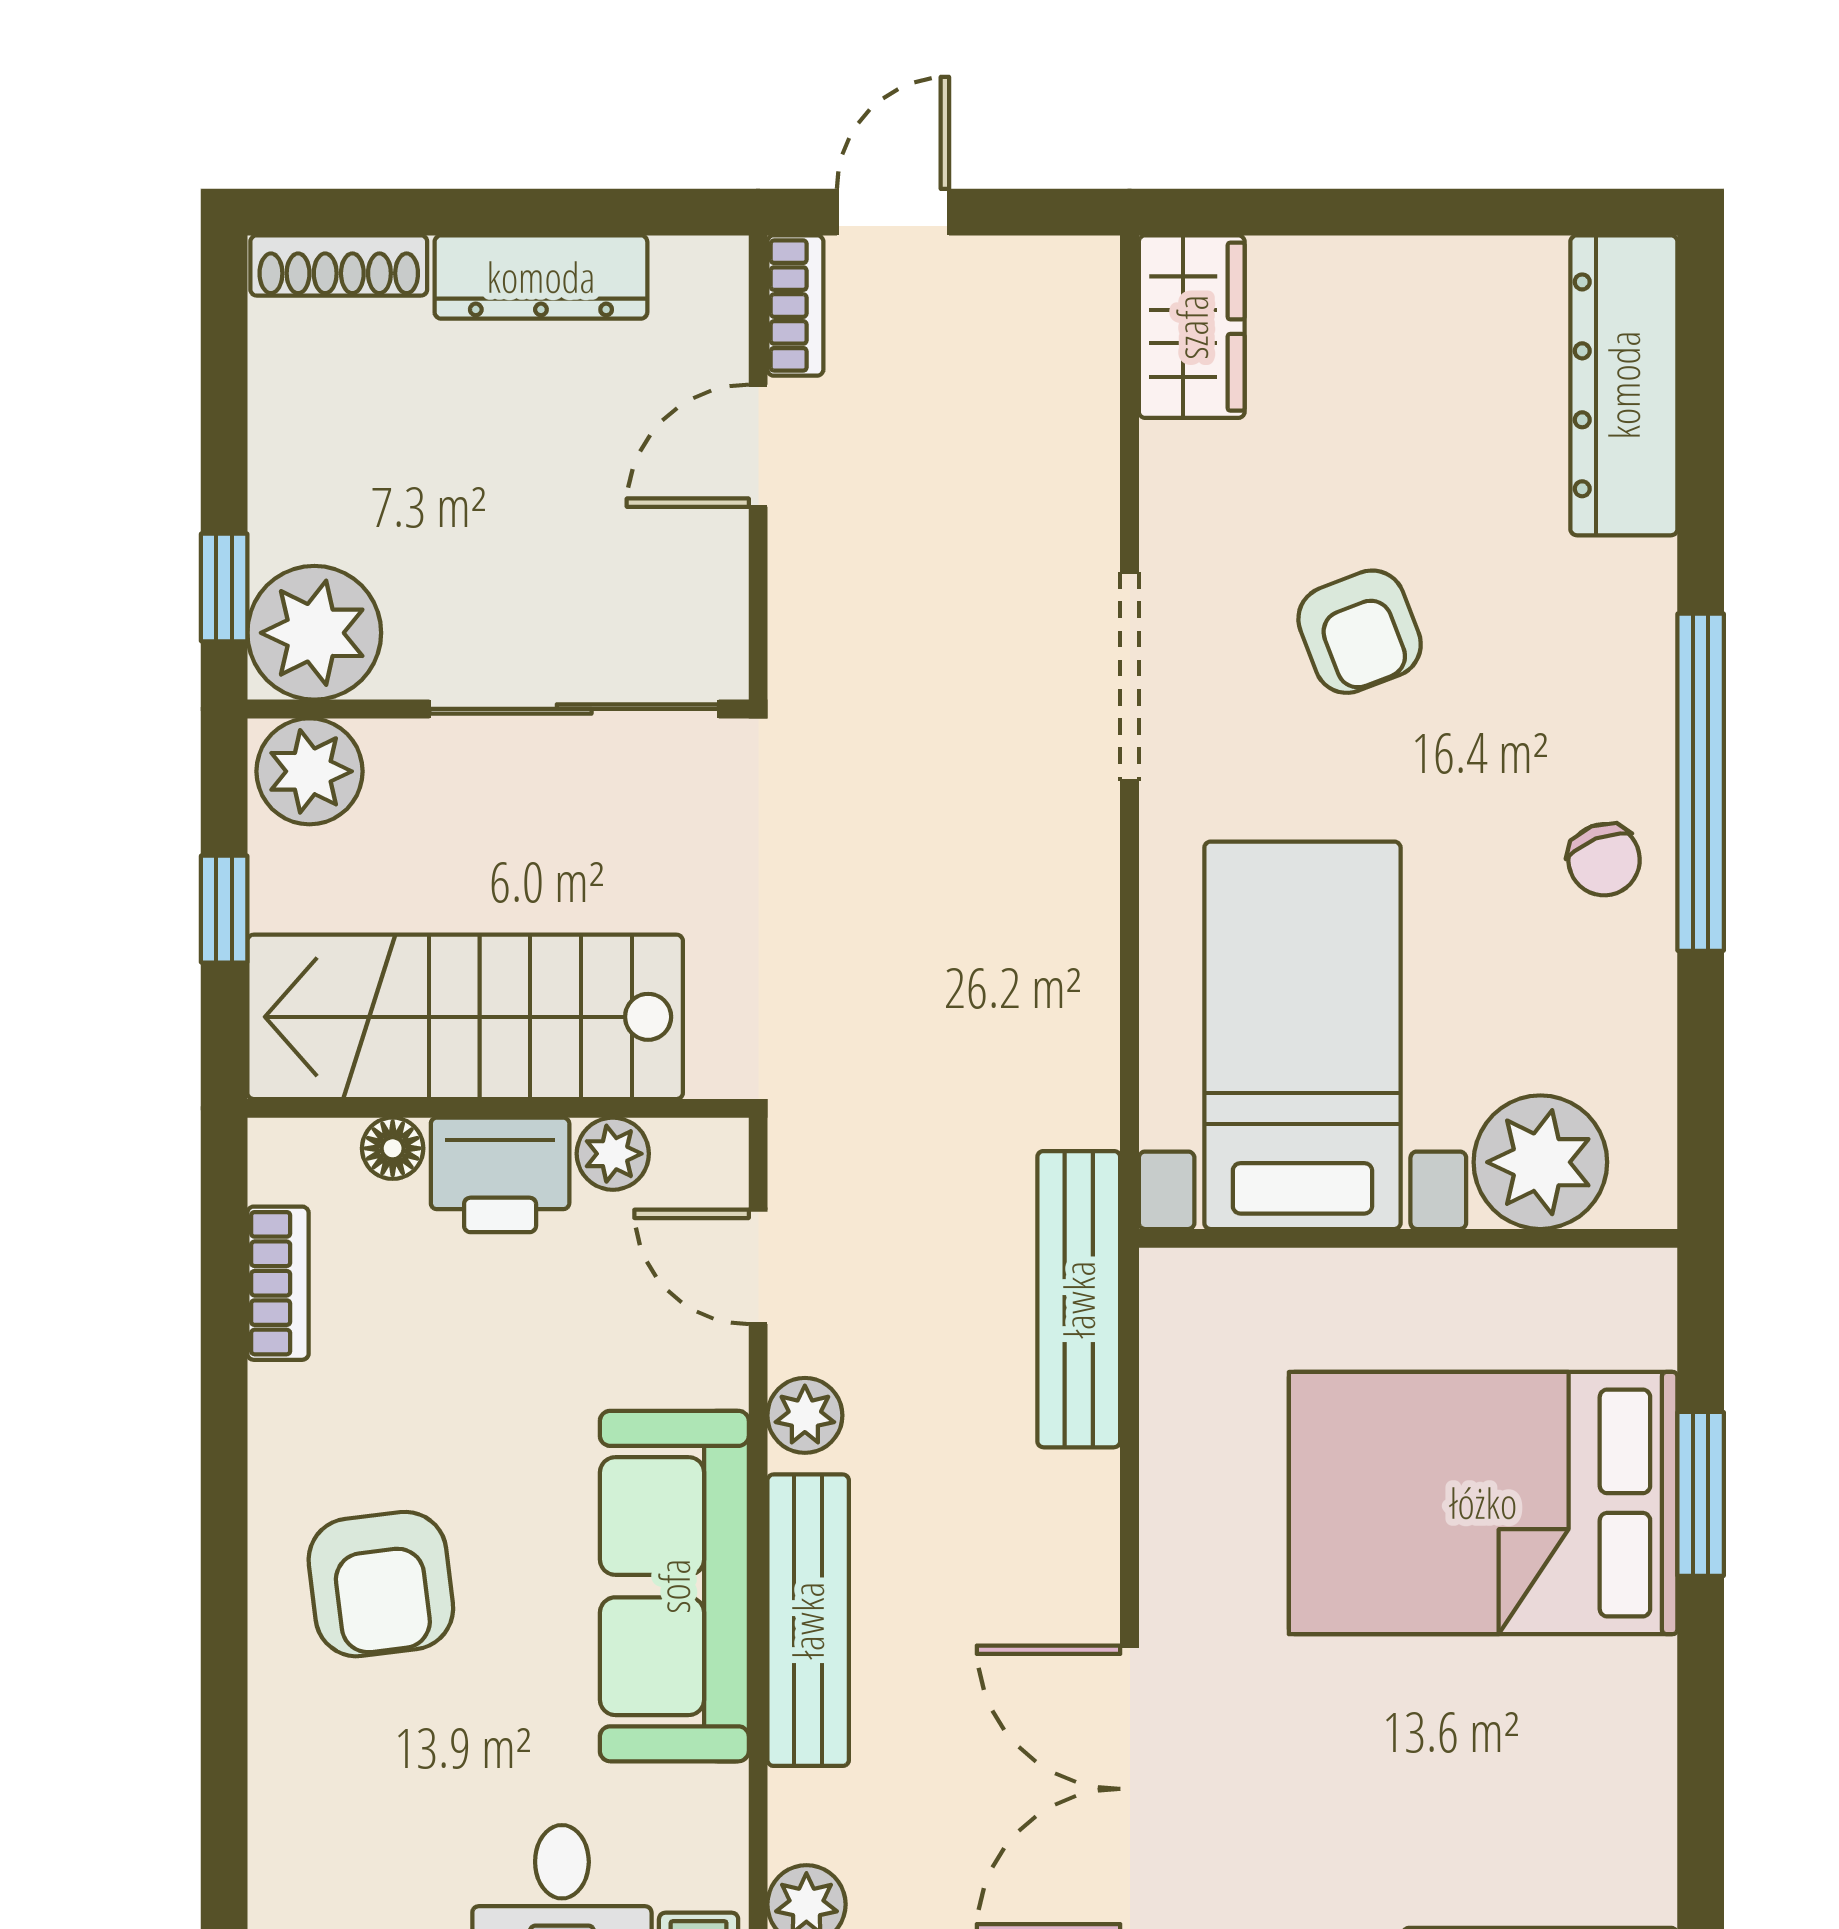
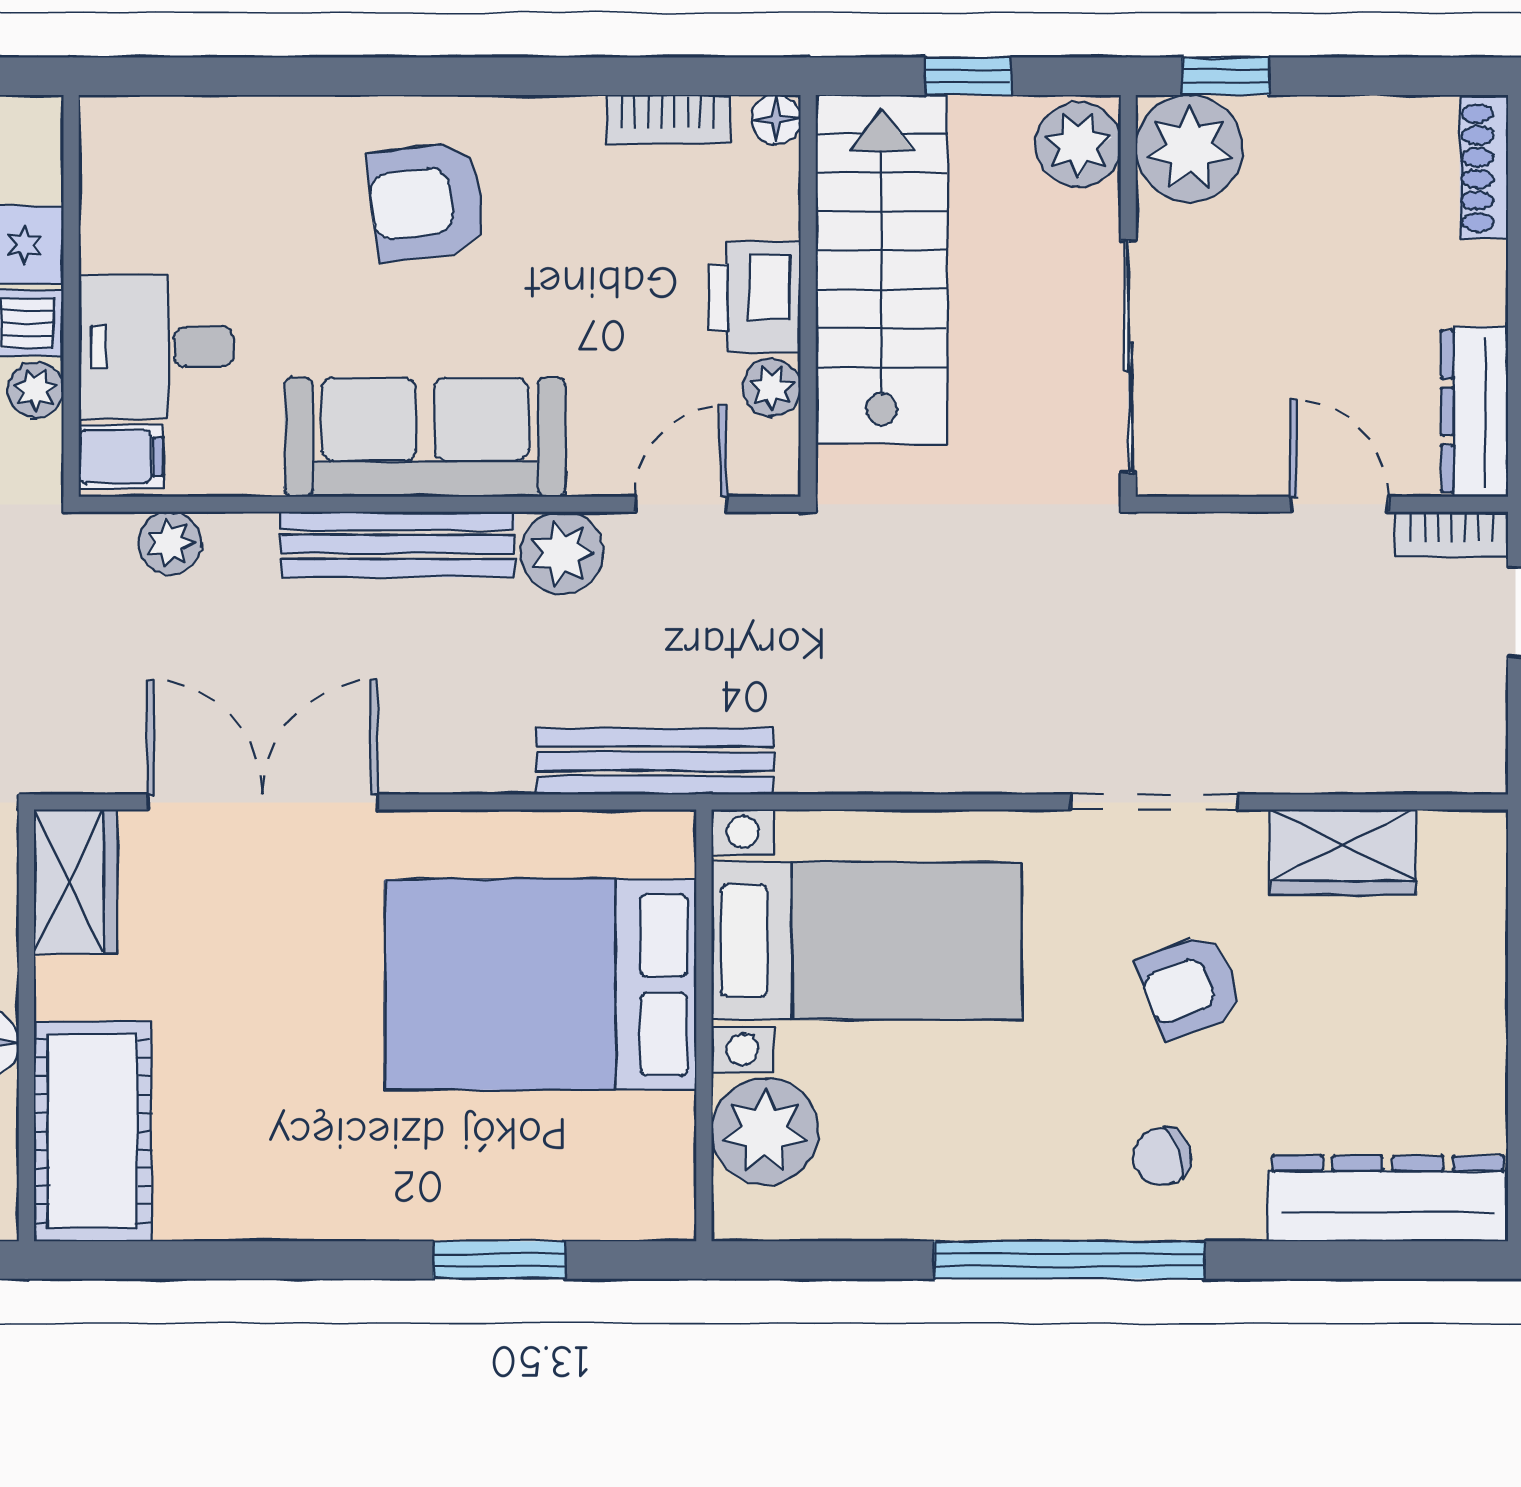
dresser: (541, 277) -> (1475, 412), moved
wardrobe: (1192, 327) -> (1343, 852), moved
chair: (1604, 860) -> (1162, 1157), moved
floor lamp: (393, 1148) -> (776, 119), moved
plant: (805, 1415) -> (562, 553), width x1.38, depth x1.38
bed: (1483, 1503) -> (541, 985), moved, turned -90

